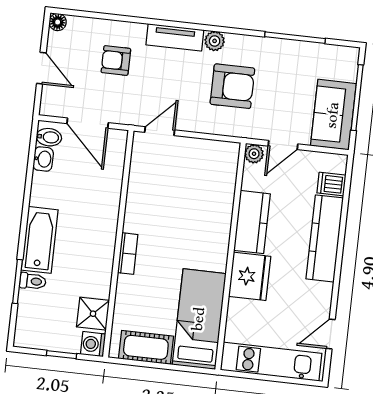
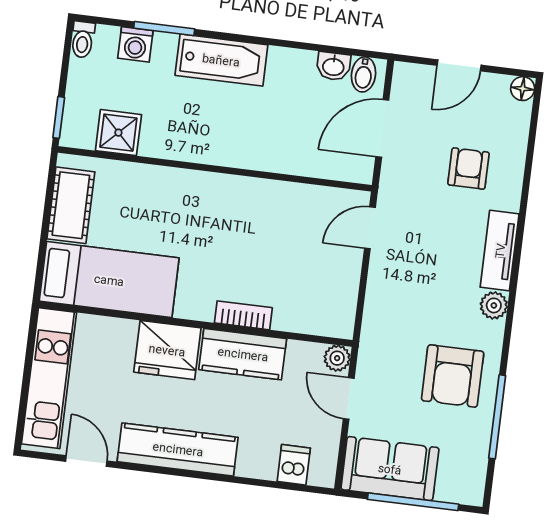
armchair: (232, 86) -> (453, 376), moved
door: (160, 131) -> (370, 228), swing flipped
kitchen counter: (325, 238) -> (178, 449), moved
bookcase: (128, 254) -> (243, 315), moved, turned 180
toilet: (33, 281) -> (83, 40), moved
washing machine: (93, 344) -> (135, 44), moved, turned 180
window: (62, 355) -> (59, 117), moved

